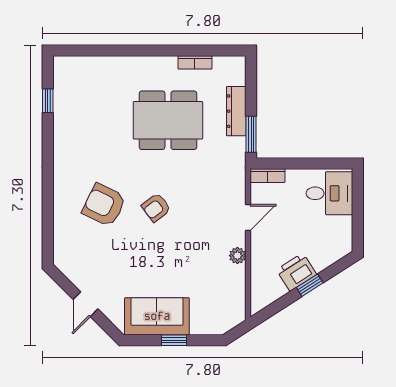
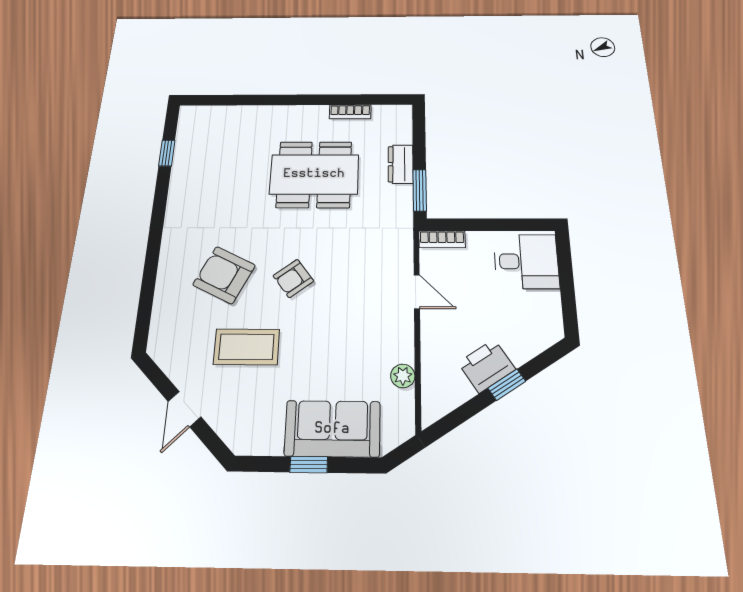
dresser: (236, 111) -> (401, 164), width x0.70
door: (248, 217) -> (417, 292), hinge flipped
plant: (237, 256) -> (403, 376), moved
coffee table: (125, 260) -> (247, 347), added
sofa: (157, 316) -> (332, 429), moved

